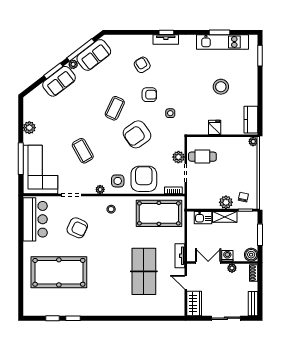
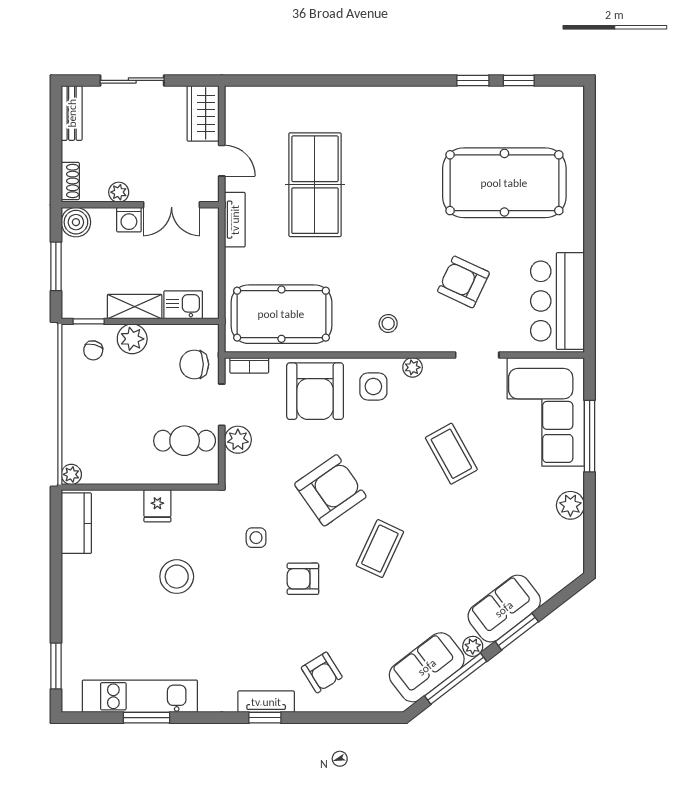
armchair: (142, 65) -> (322, 672), moved
stool: (221, 87) -> (177, 577), moved
chair: (198, 191) -> (194, 364), added

